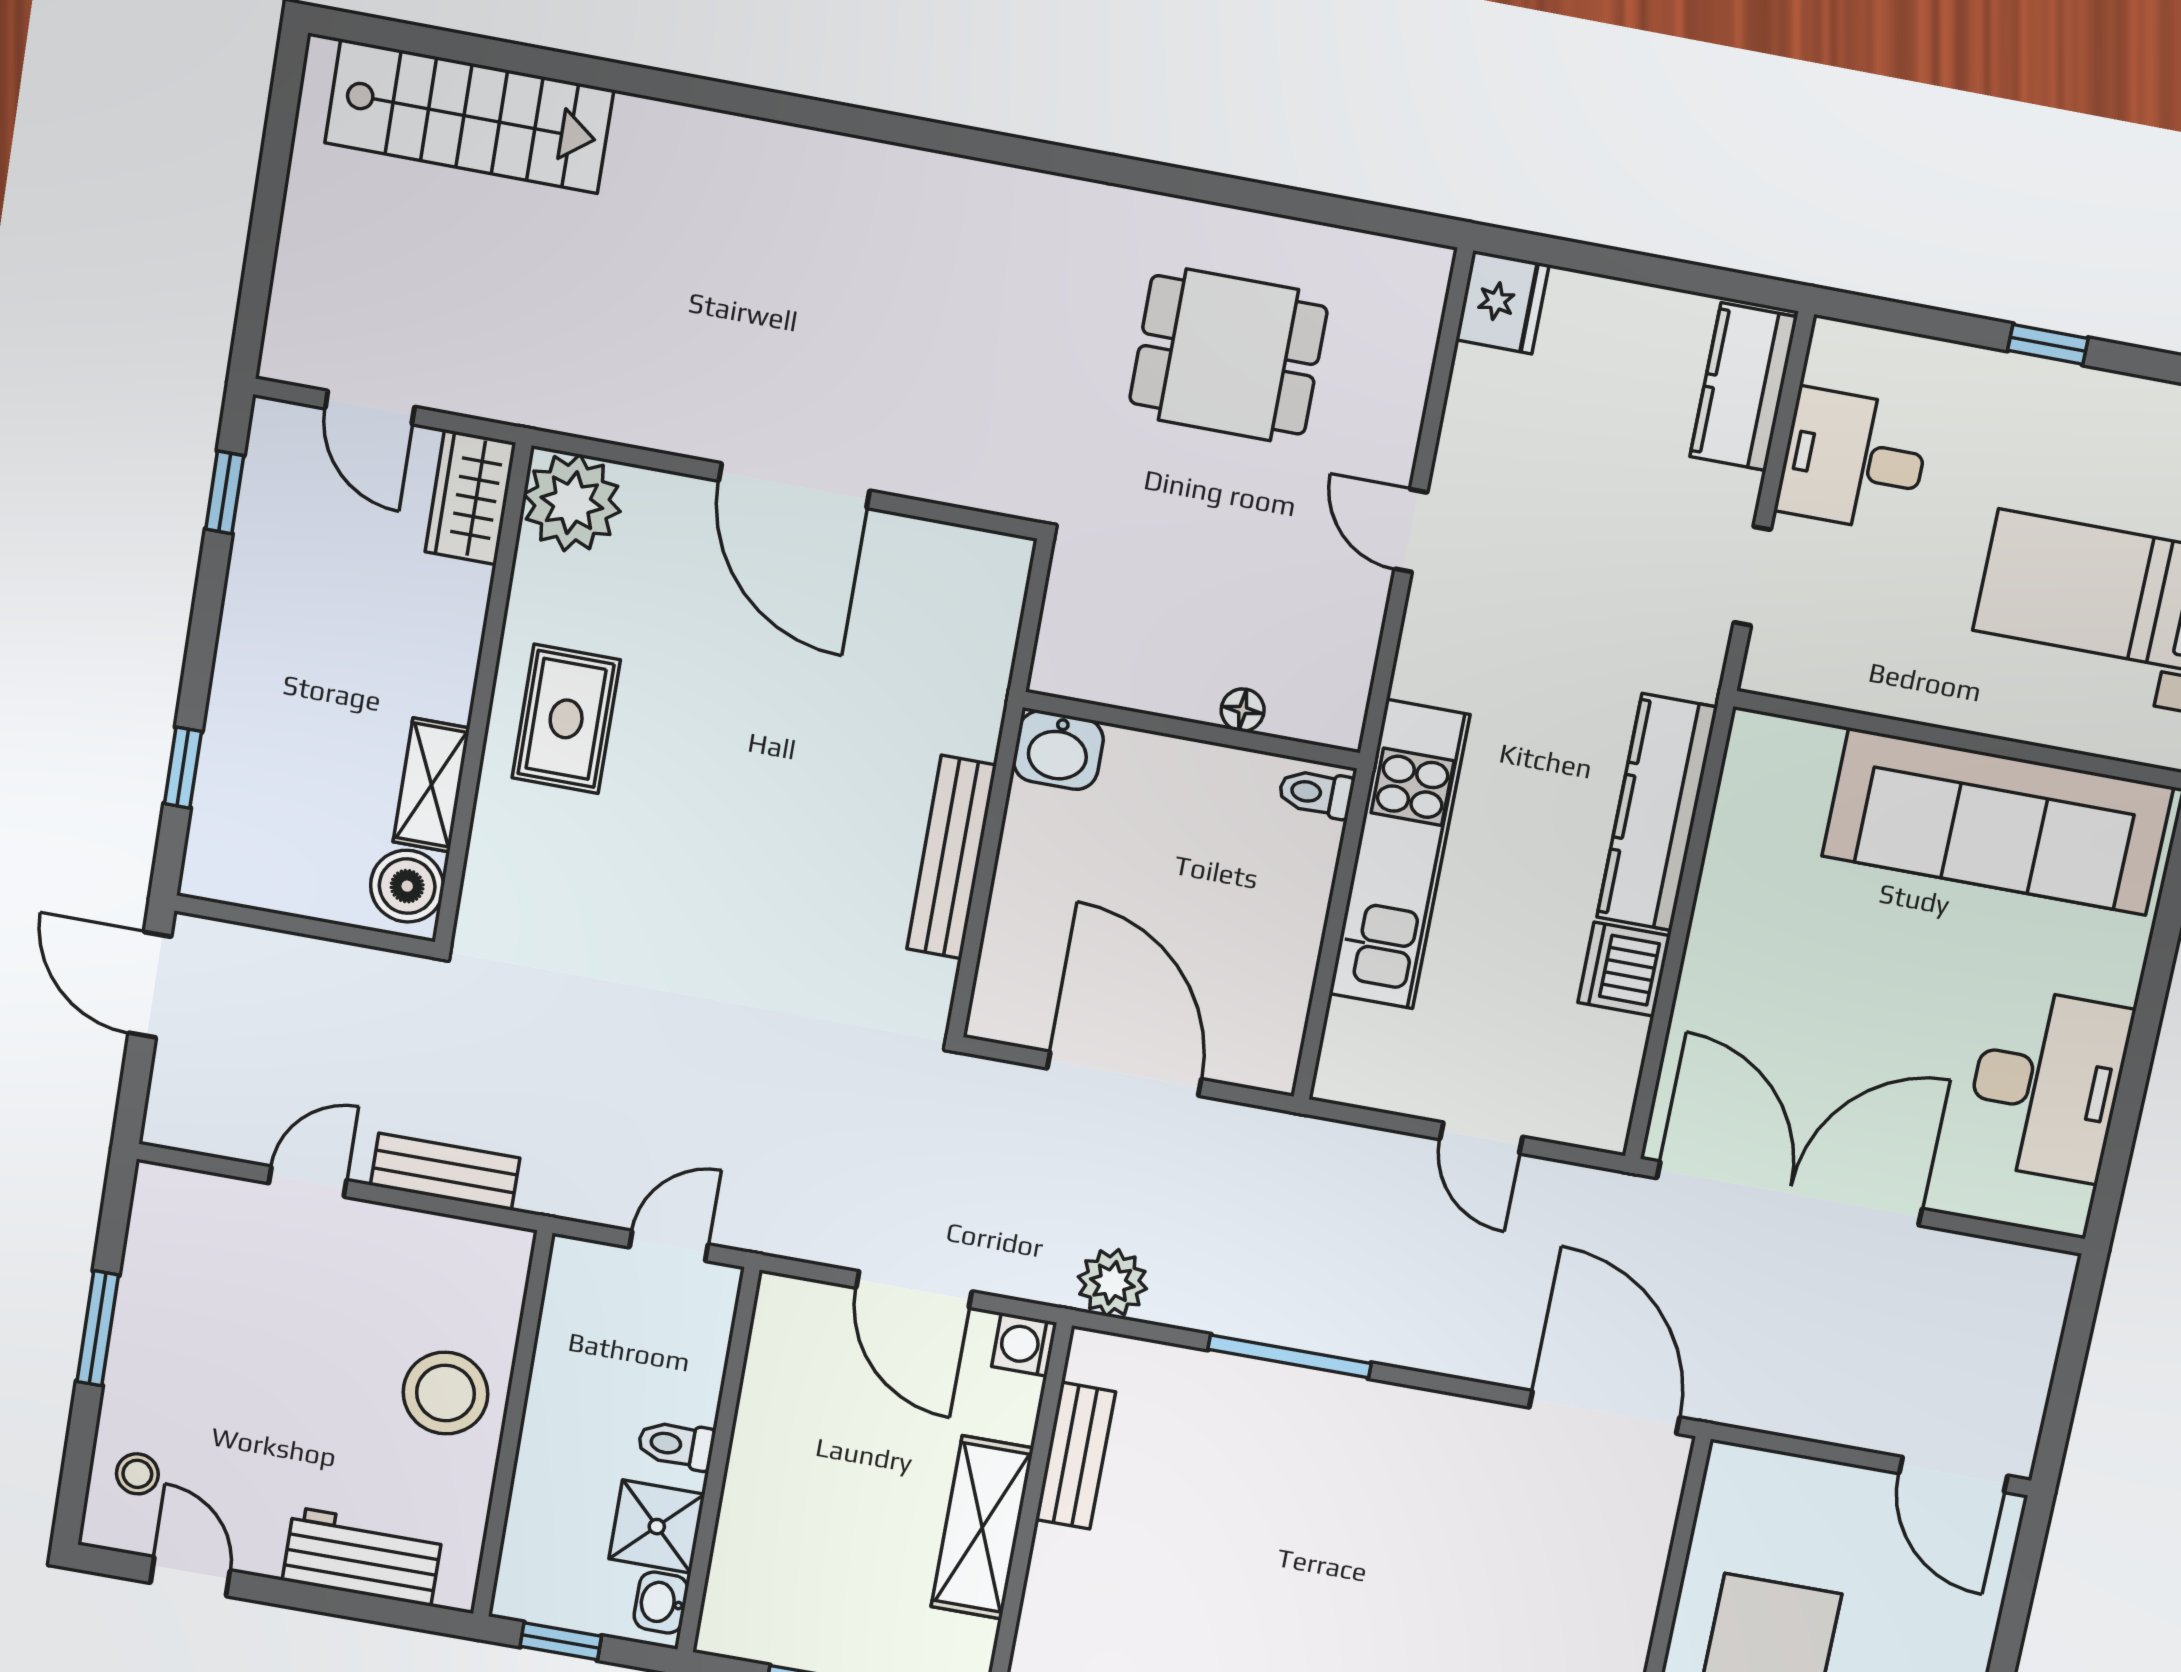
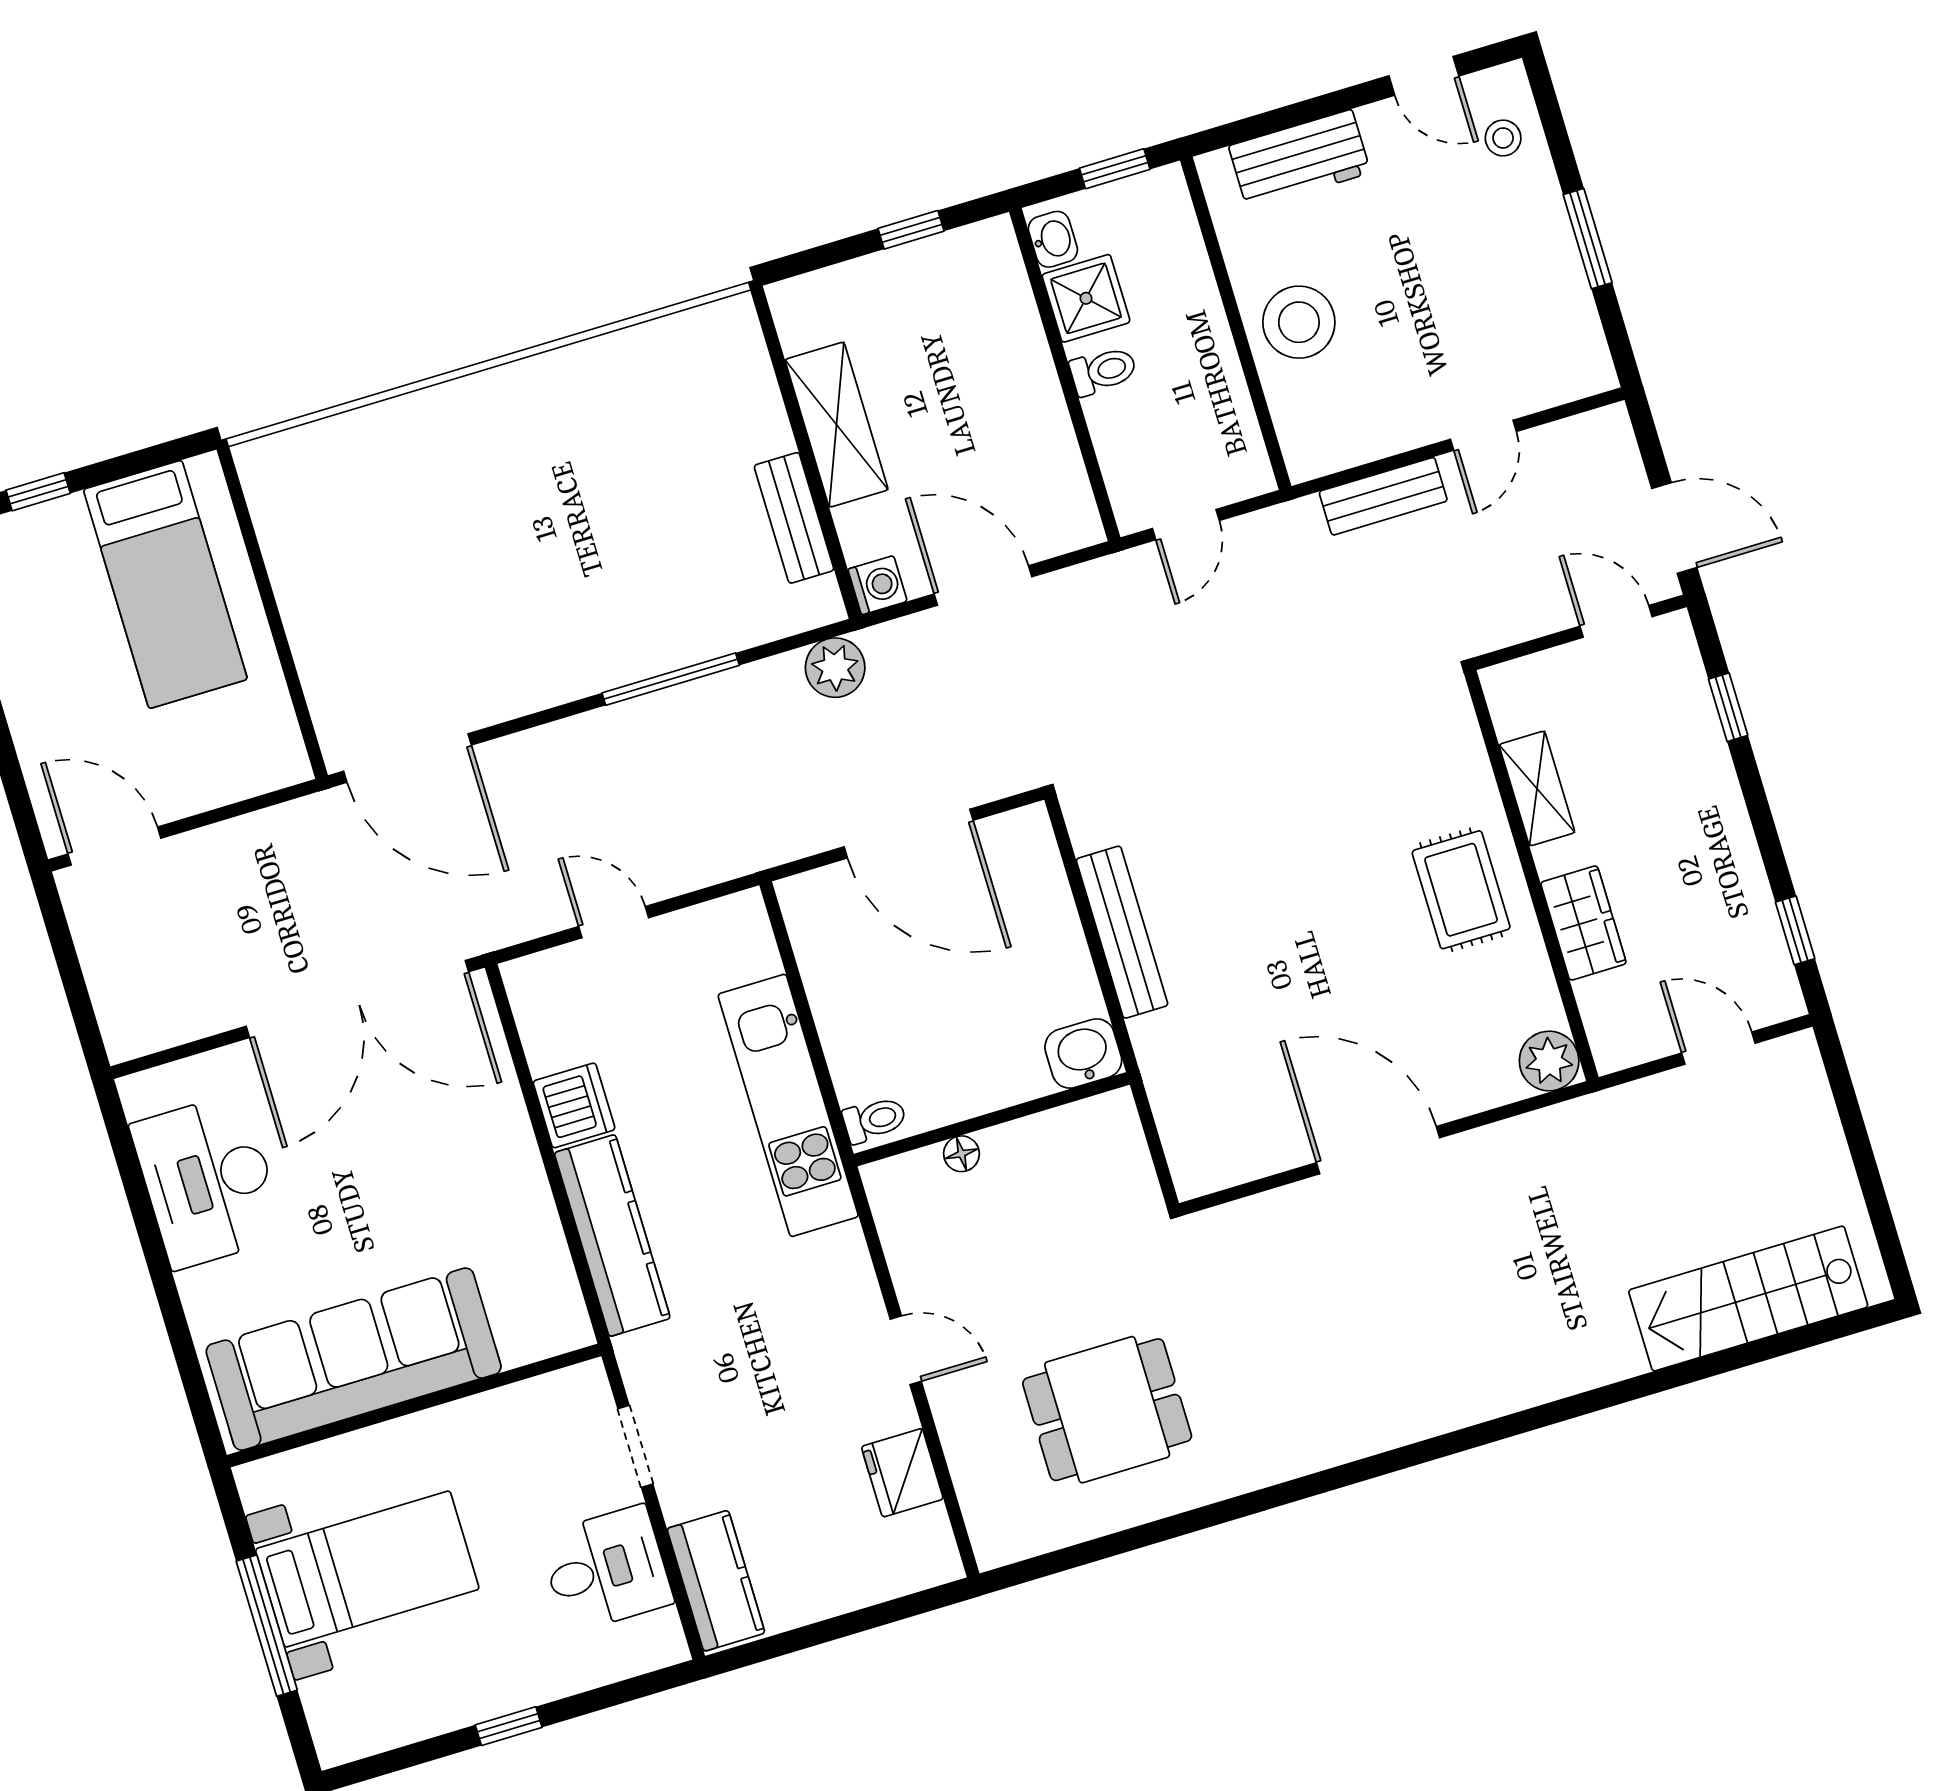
fridge: (1502, 302) -> (902, 1473), moved
wardrobe: (470, 497) -> (1583, 923), moved
plant: (572, 503) -> (1549, 1061), width x0.73, depth x0.73
boiler: (407, 886) -> (1518, 702), removed
door: (260, 918) -> (1616, 621), added

